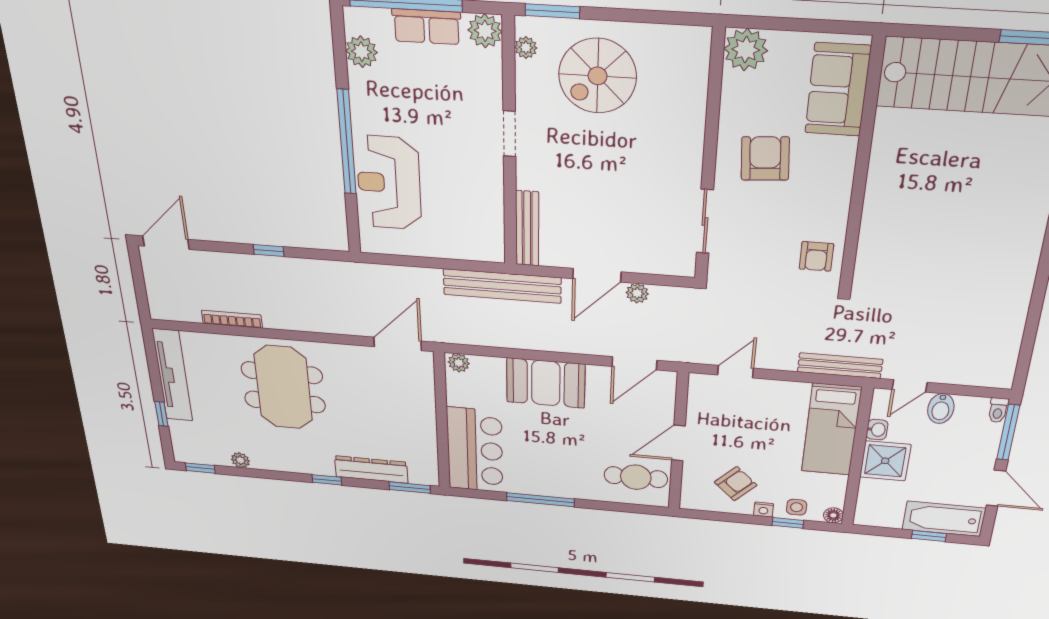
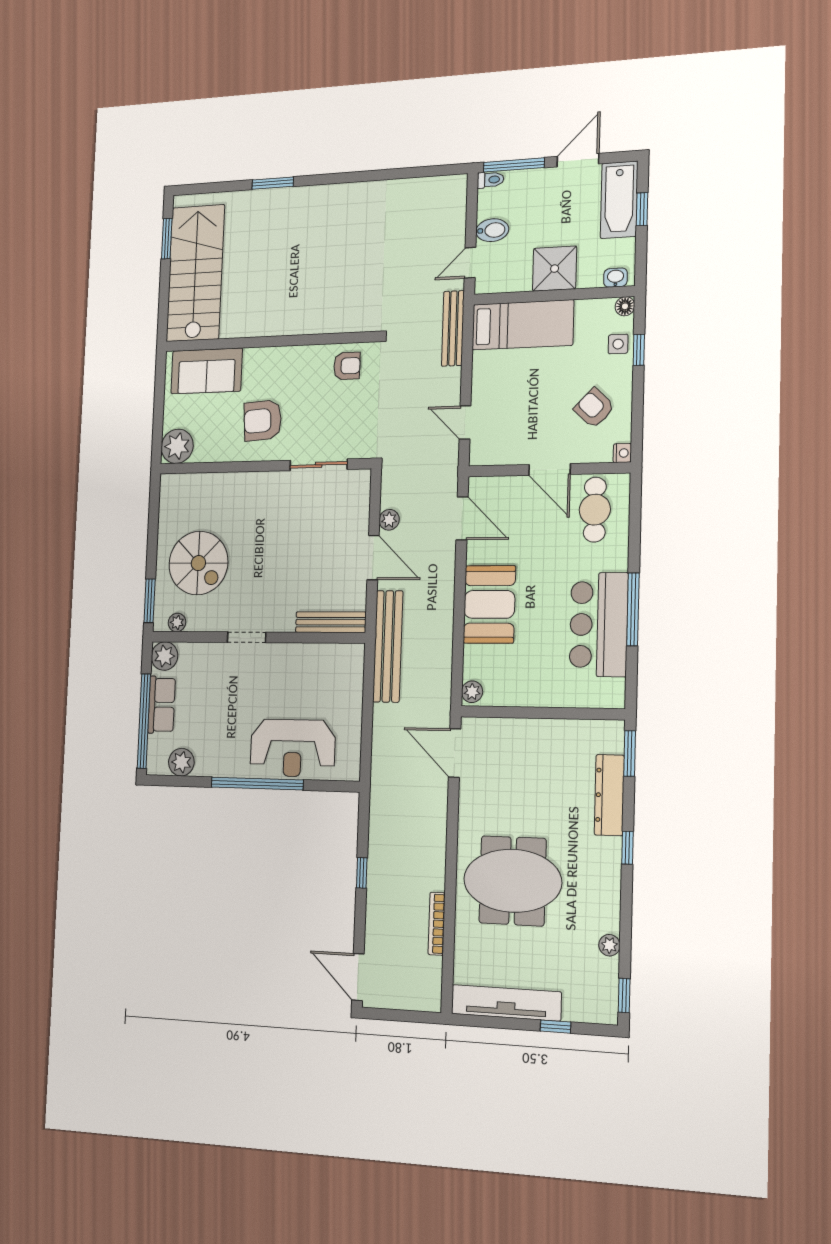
door: (910, 386) -> (470, 263), swing flipped
washbasin: (877, 430) -> (615, 278), moved
bar counter: (475, 450) -> (599, 625), moved, turned -90
nightstand: (763, 510) -> (622, 453), moved

